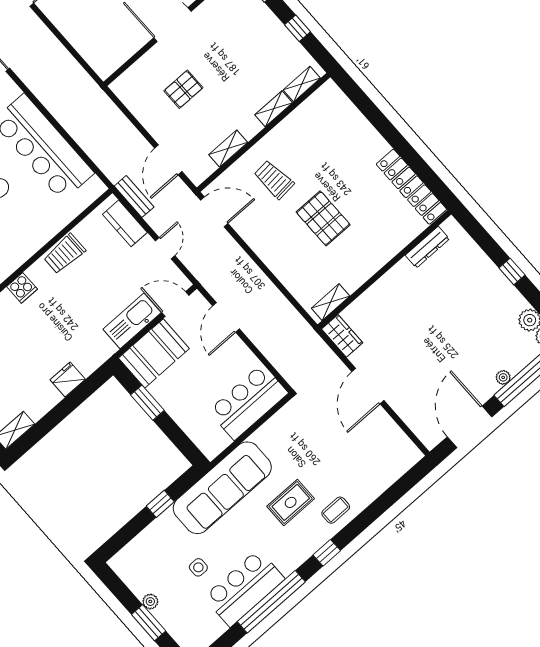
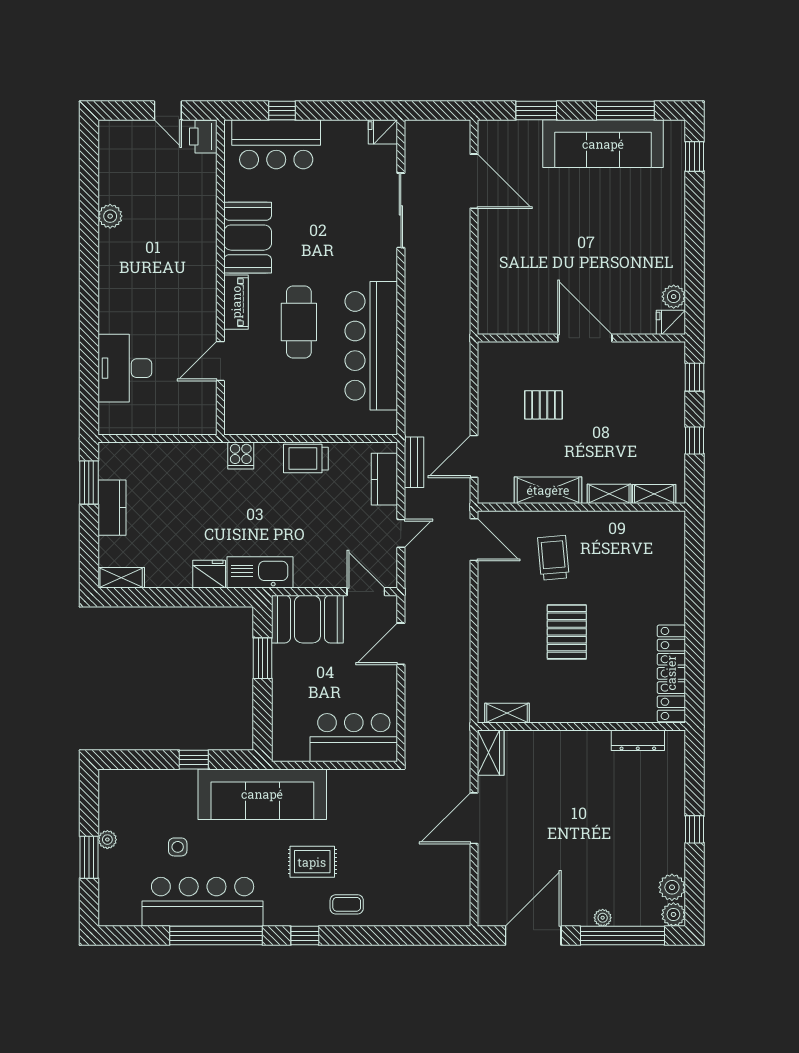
shelving: (228, 148) -> (548, 490), width x1.50, depth x1.33
kitchen sink: (132, 321) -> (260, 572), moved
bar counter: (244, 588) -> (203, 902), width x1.36

